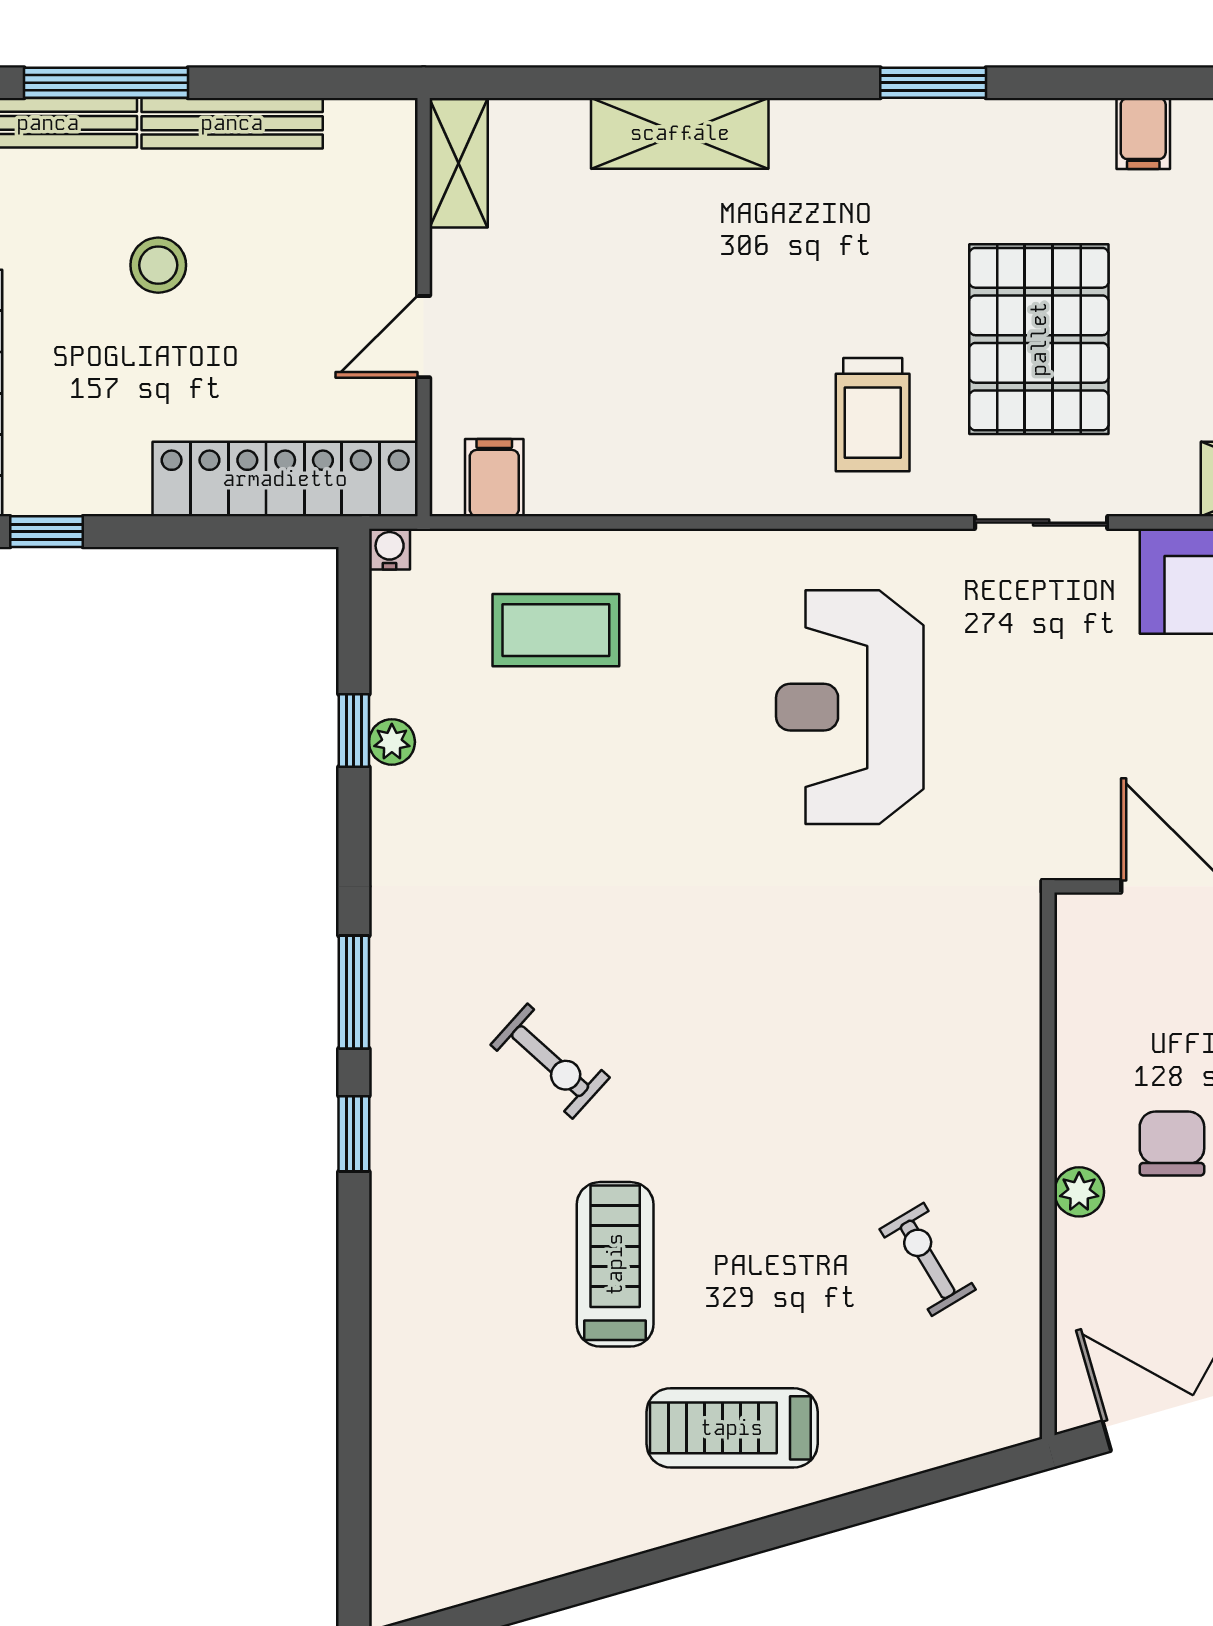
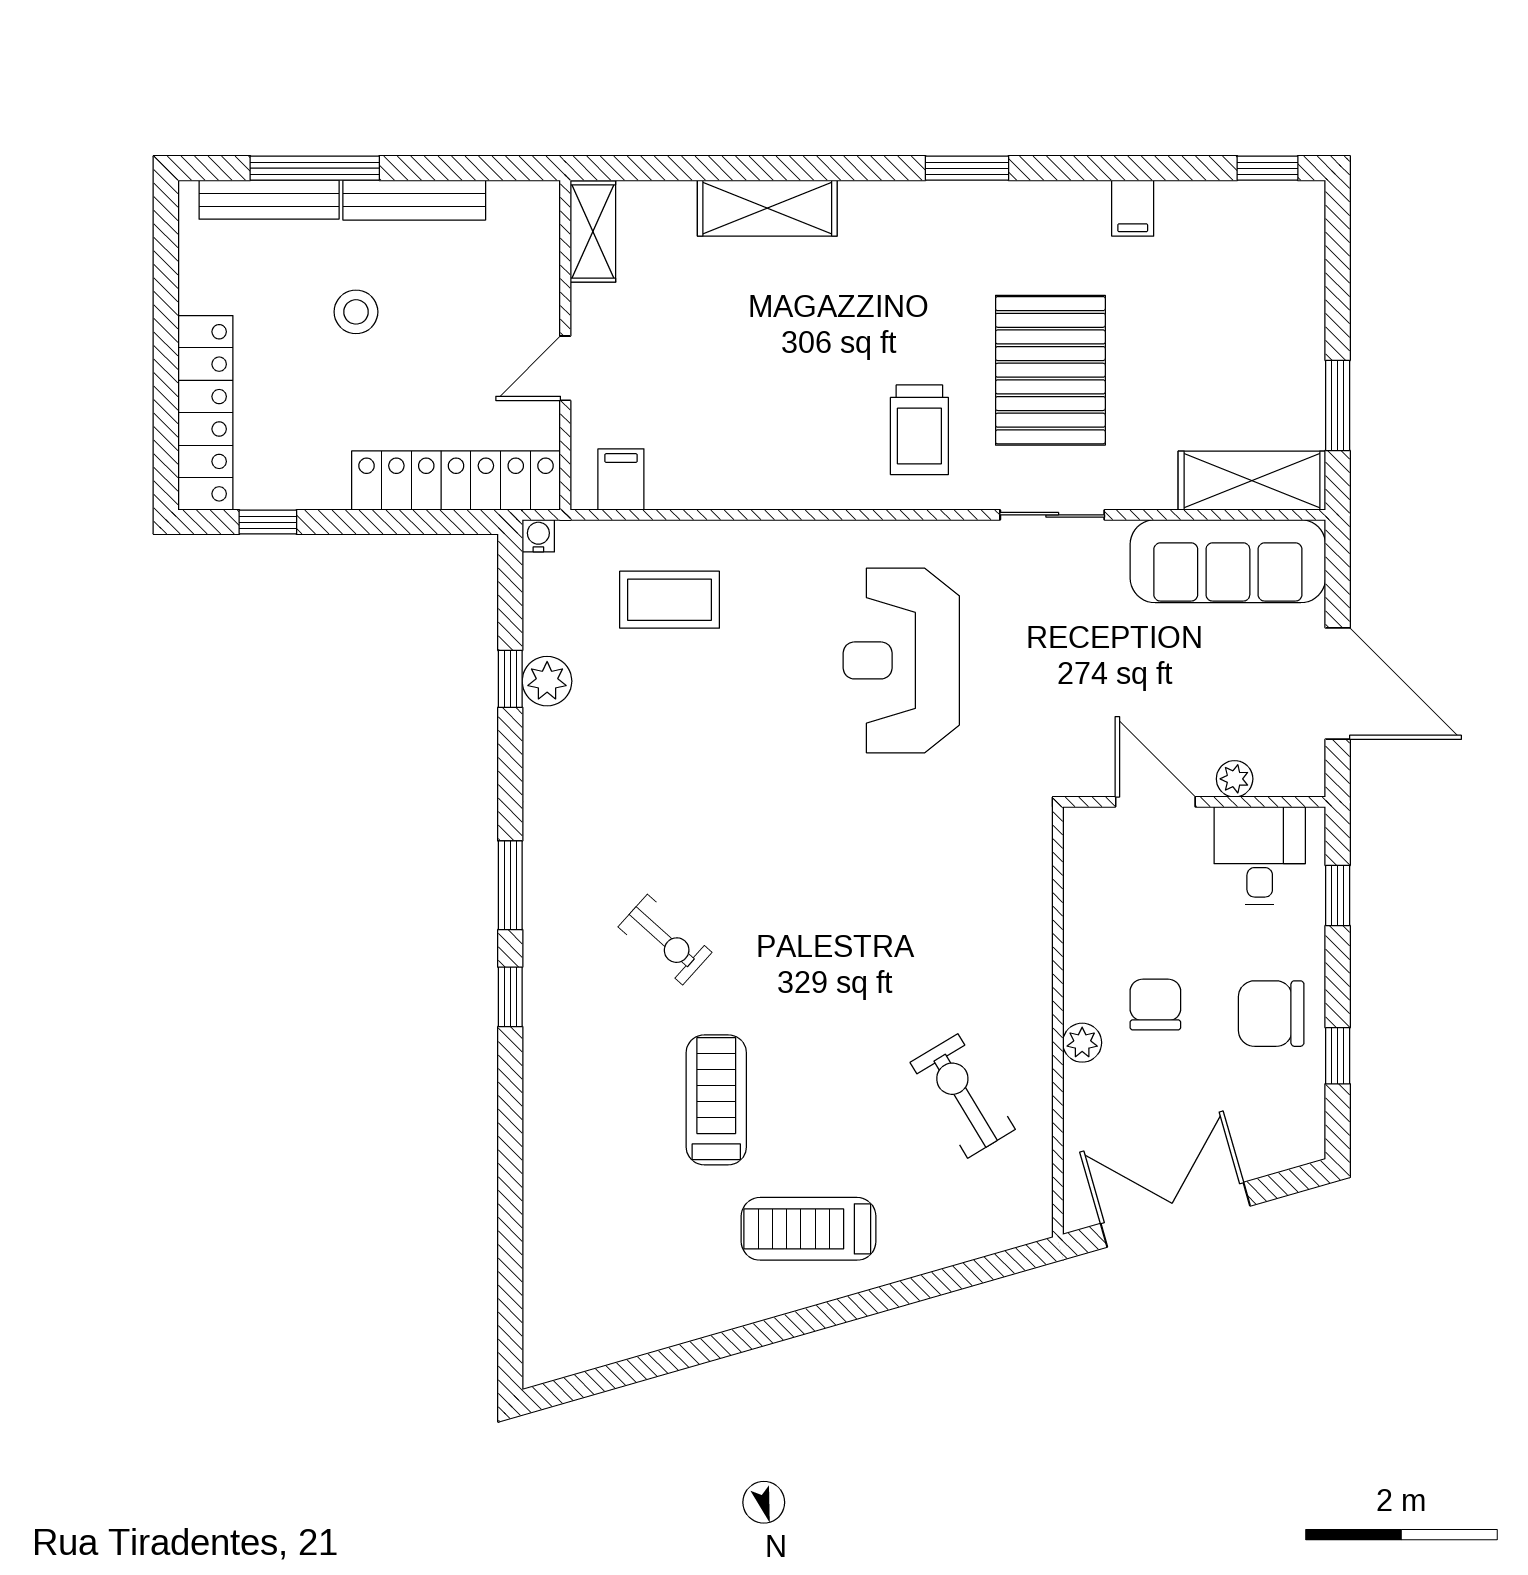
plant: (392, 742) -> (547, 681), width x1.38, depth x1.38
exercise bike: (928, 1259) -> (963, 1096), width x1.38, depth x1.39

